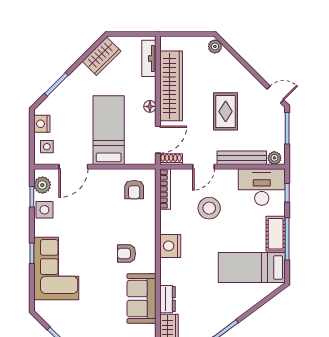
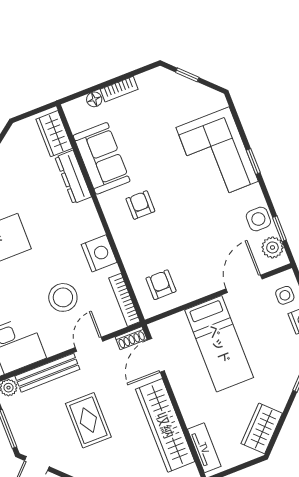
floor lamp: (150, 106) -> (181, 391), removed
nightstand: (170, 246) -> (99, 253), moved
armchair: (126, 254) -> (140, 205), turned -90
dresser: (168, 299) -> (73, 177), width x1.44

